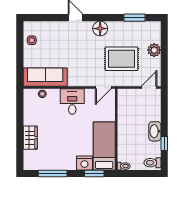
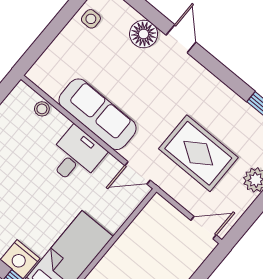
floor lamp: (100, 29) -> (144, 34), moved
sofa: (45, 77) -> (98, 114), moved

